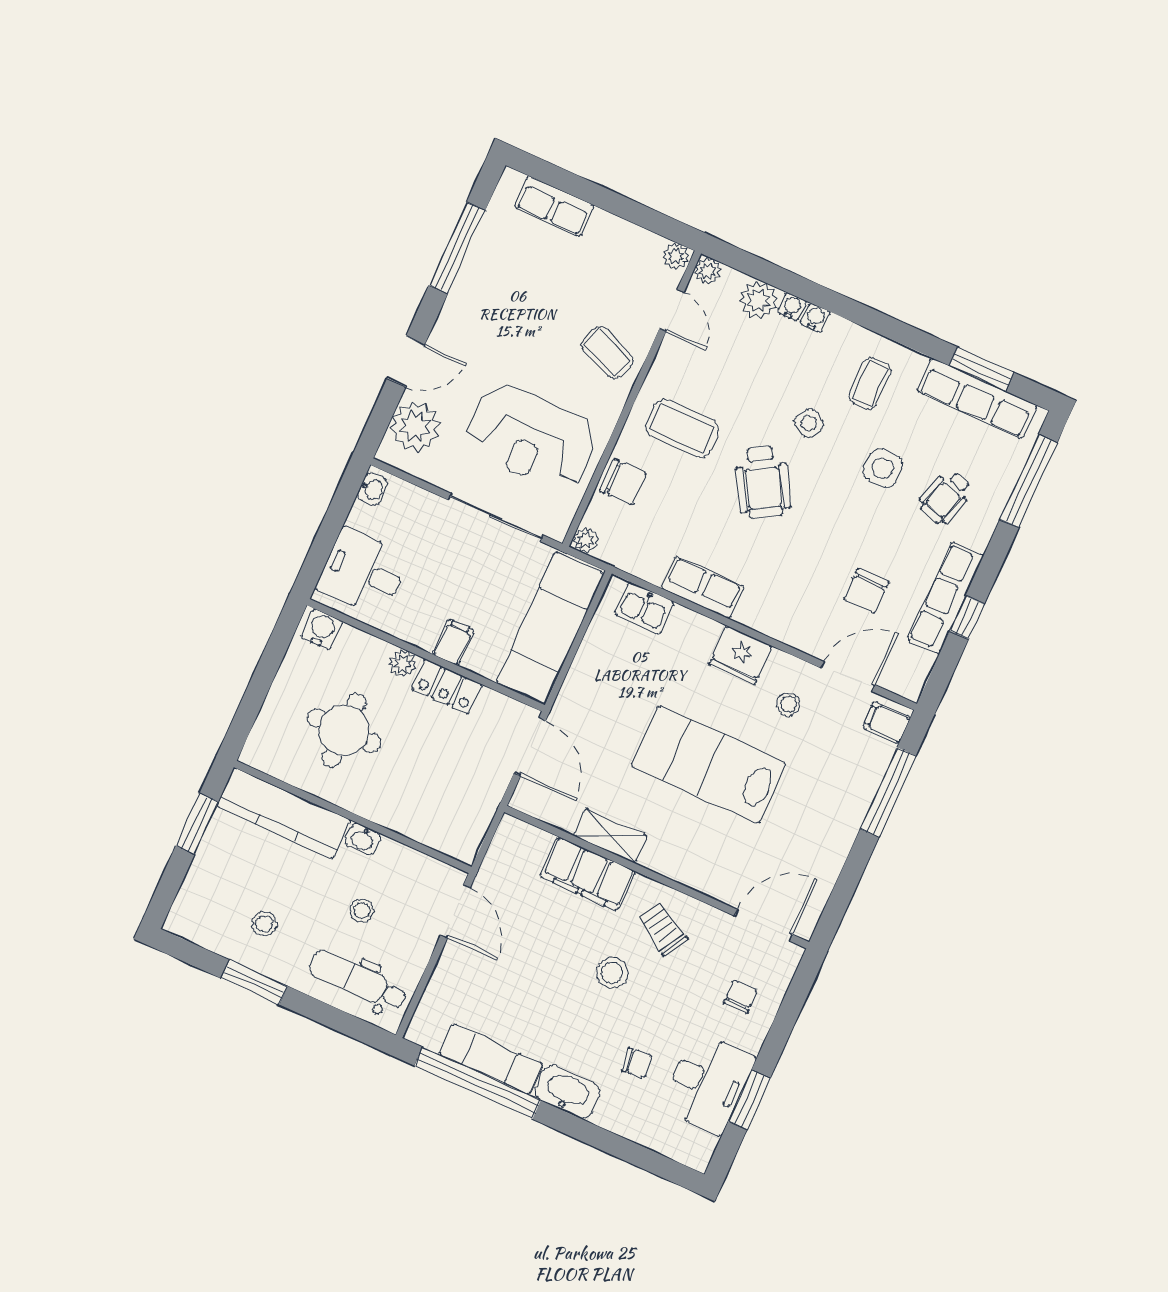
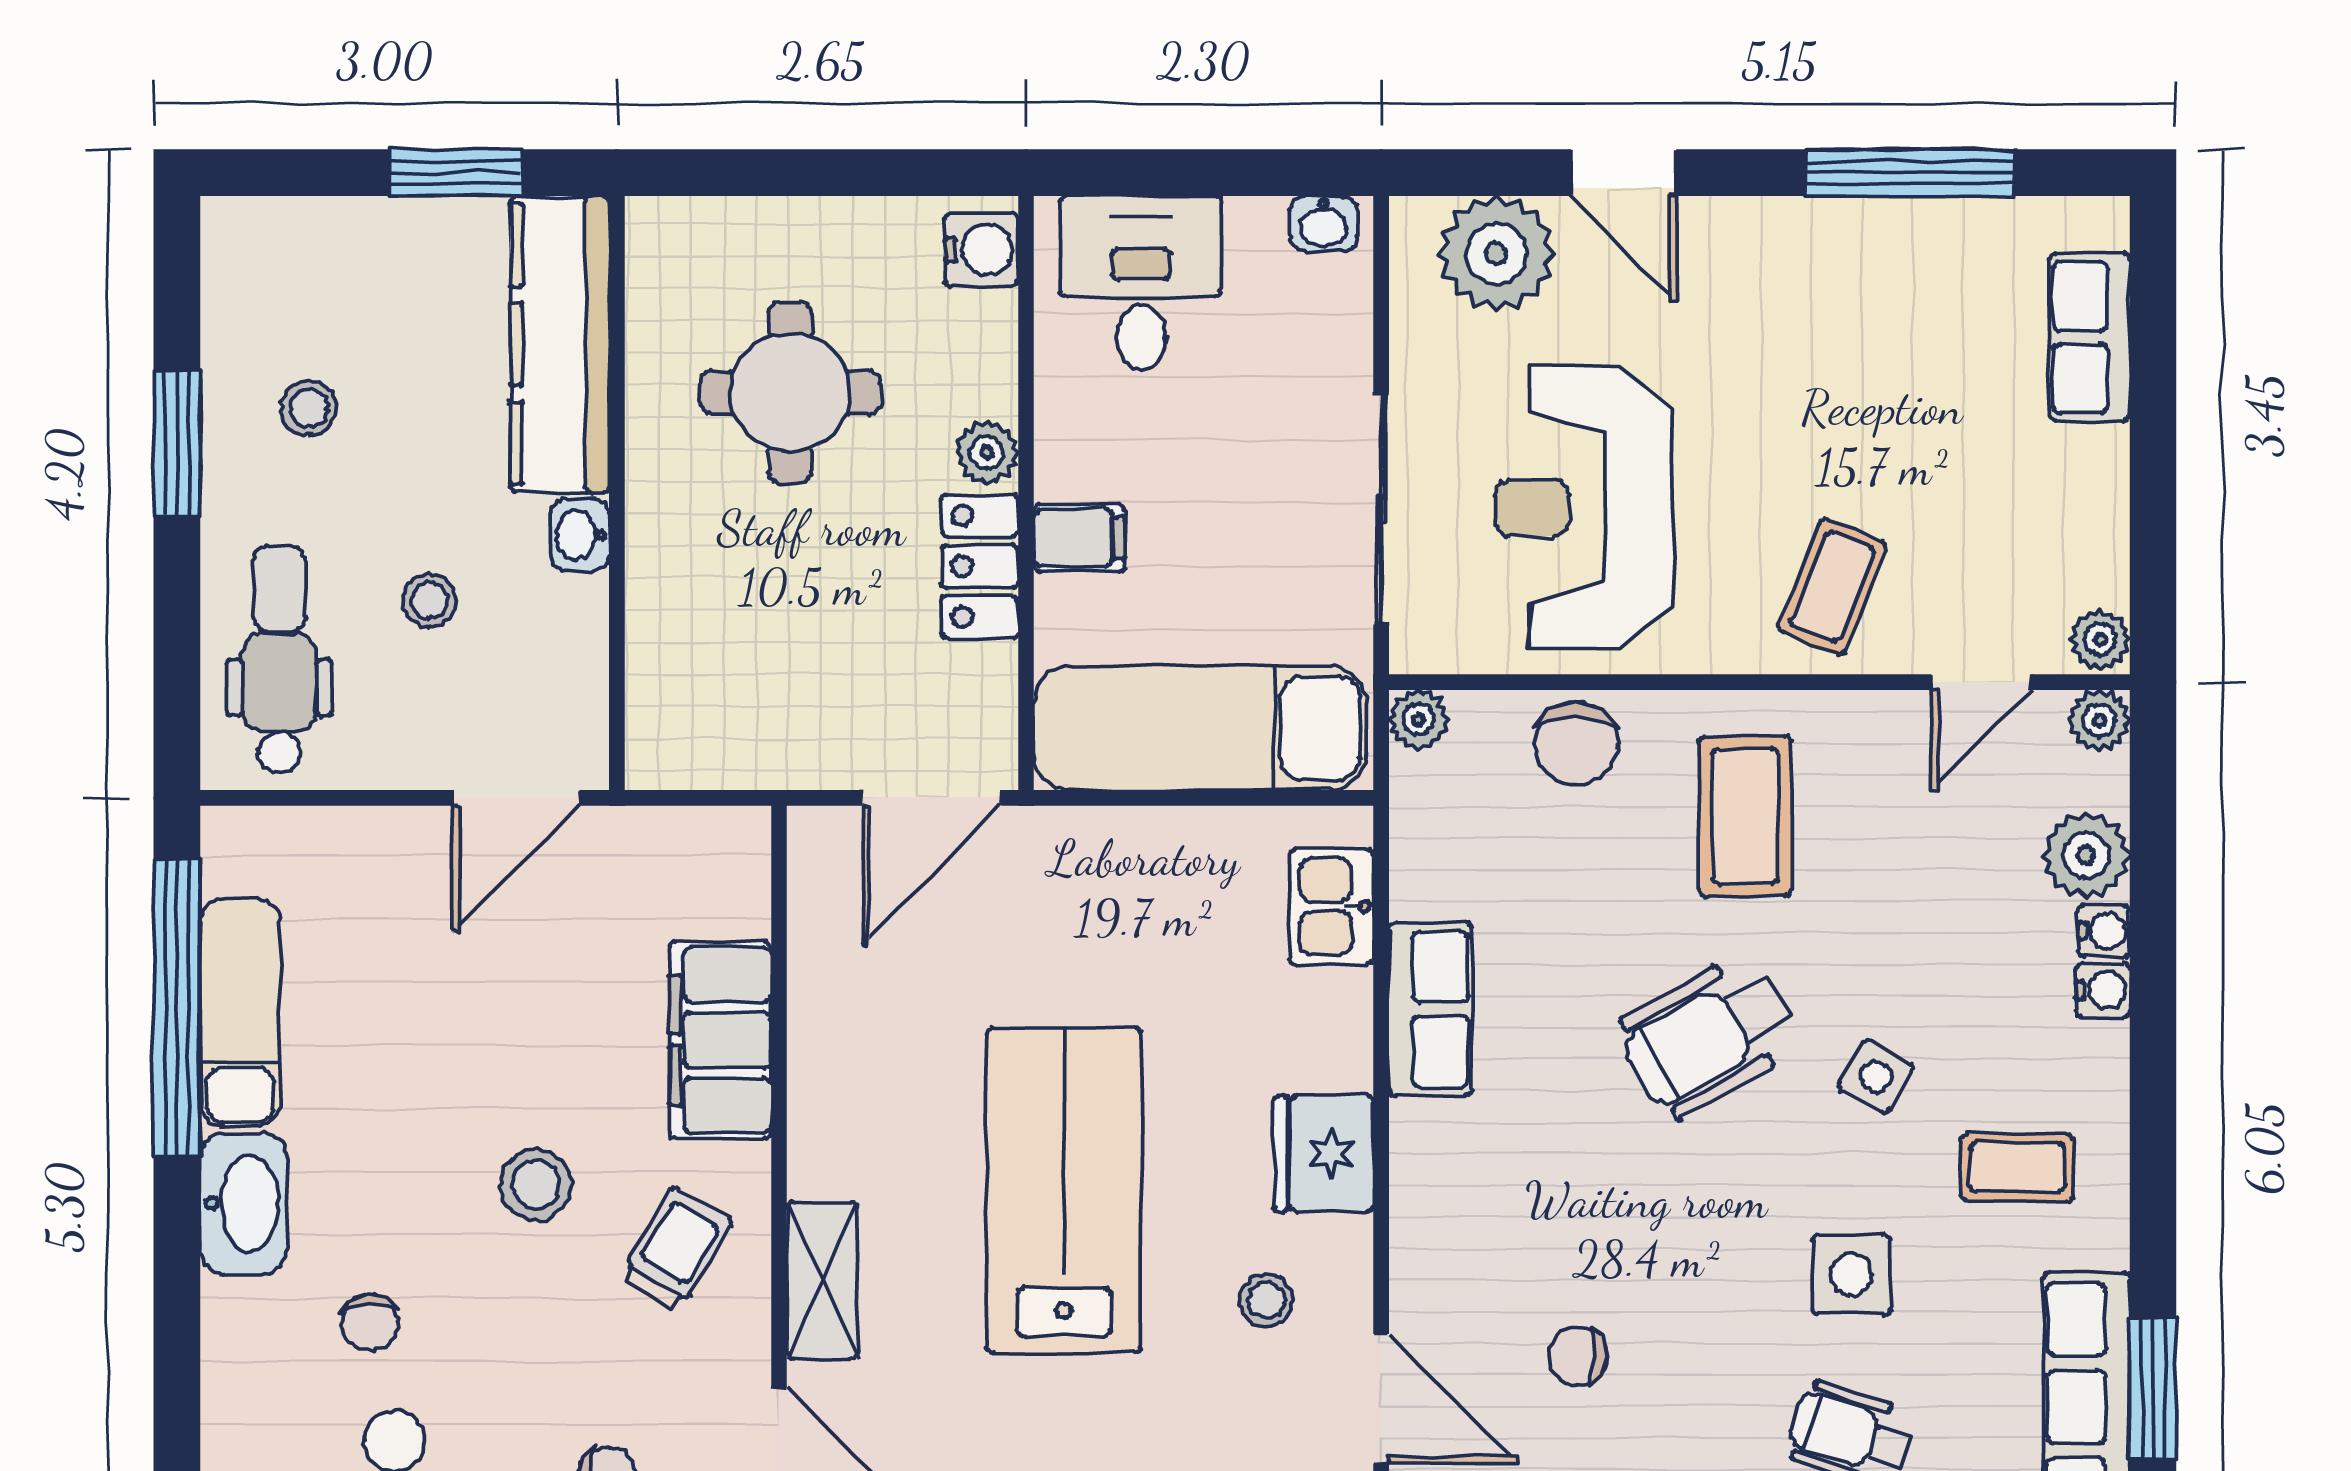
chair: (866, 591) -> (1578, 1356), width x0.73, depth x0.73
shelving: (610, 835) -> (822, 1280), moved

